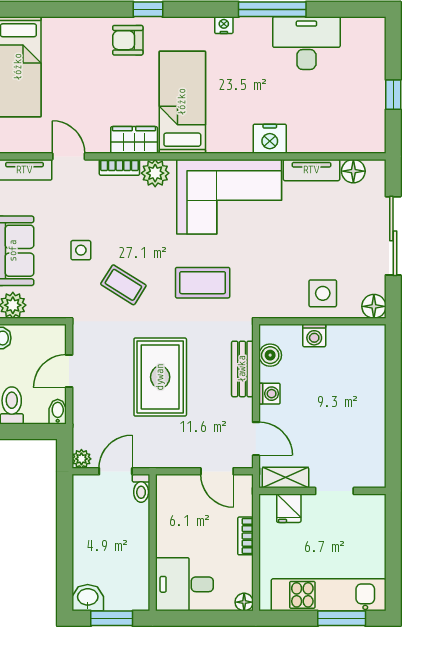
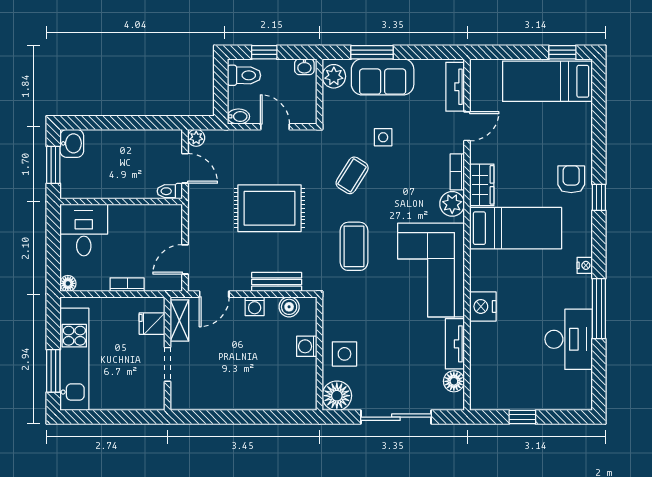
floor lamp: (374, 306) -> (337, 396), width x1.38, depth x1.38

